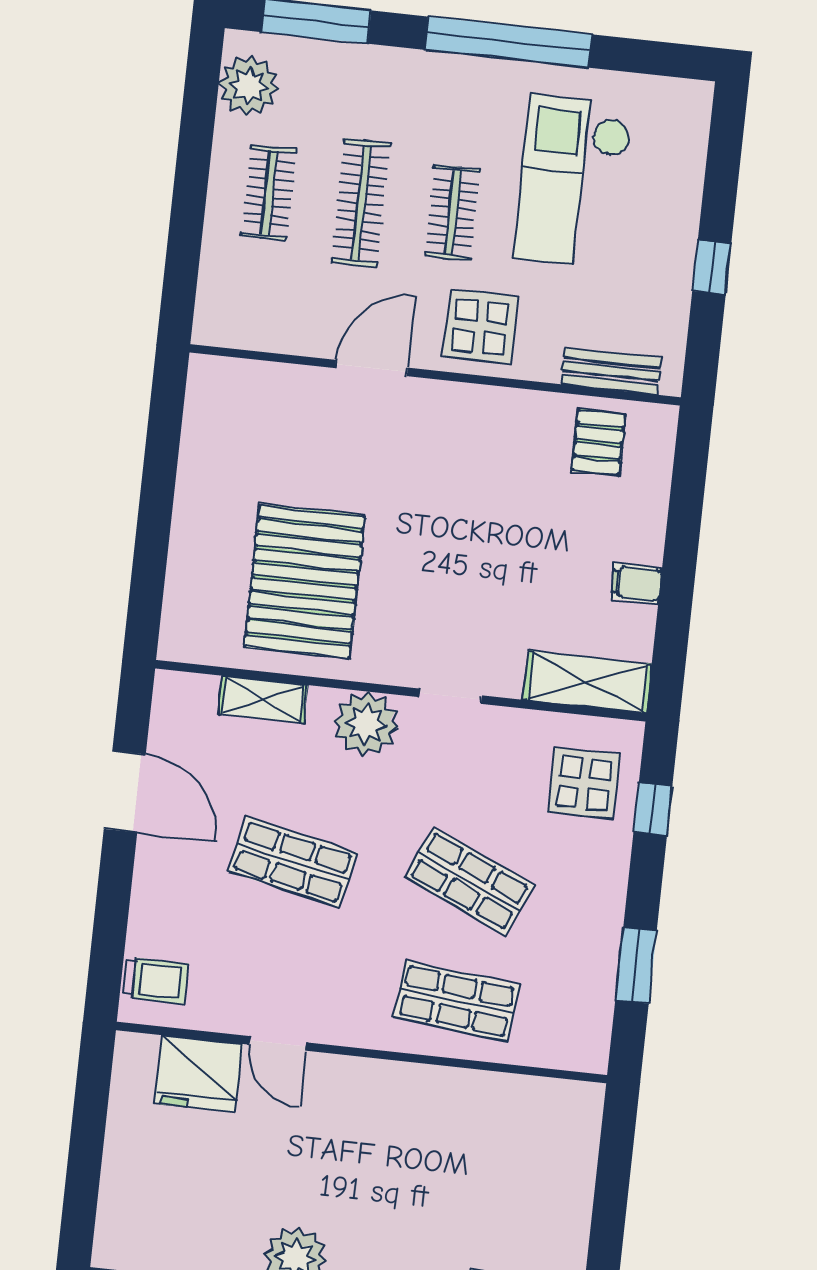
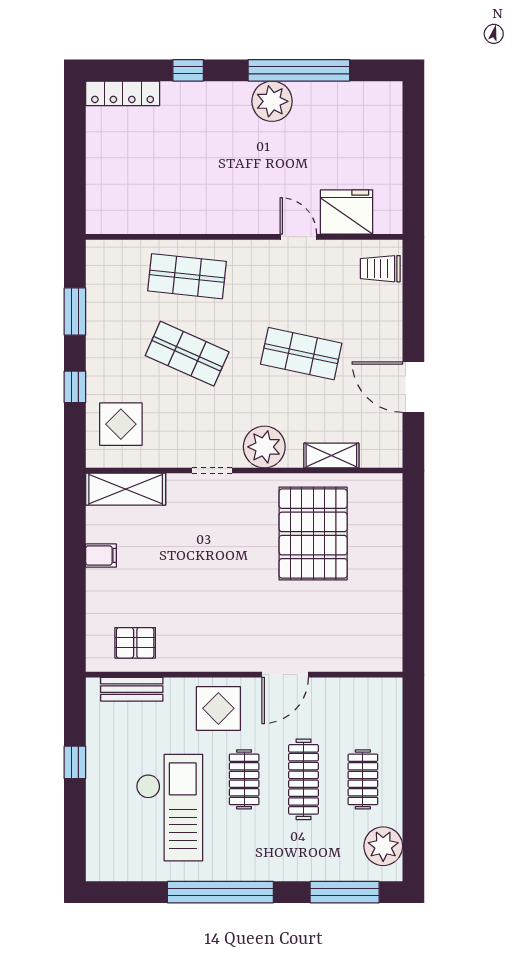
pallet: (598, 442) -> (135, 643), turned 90
window: (653, 809) -> (75, 387), moved

